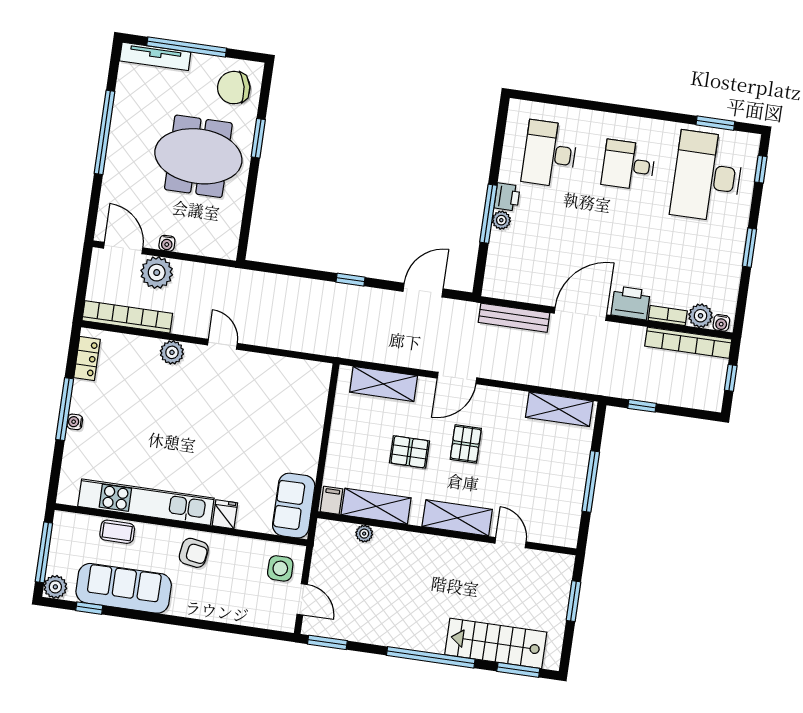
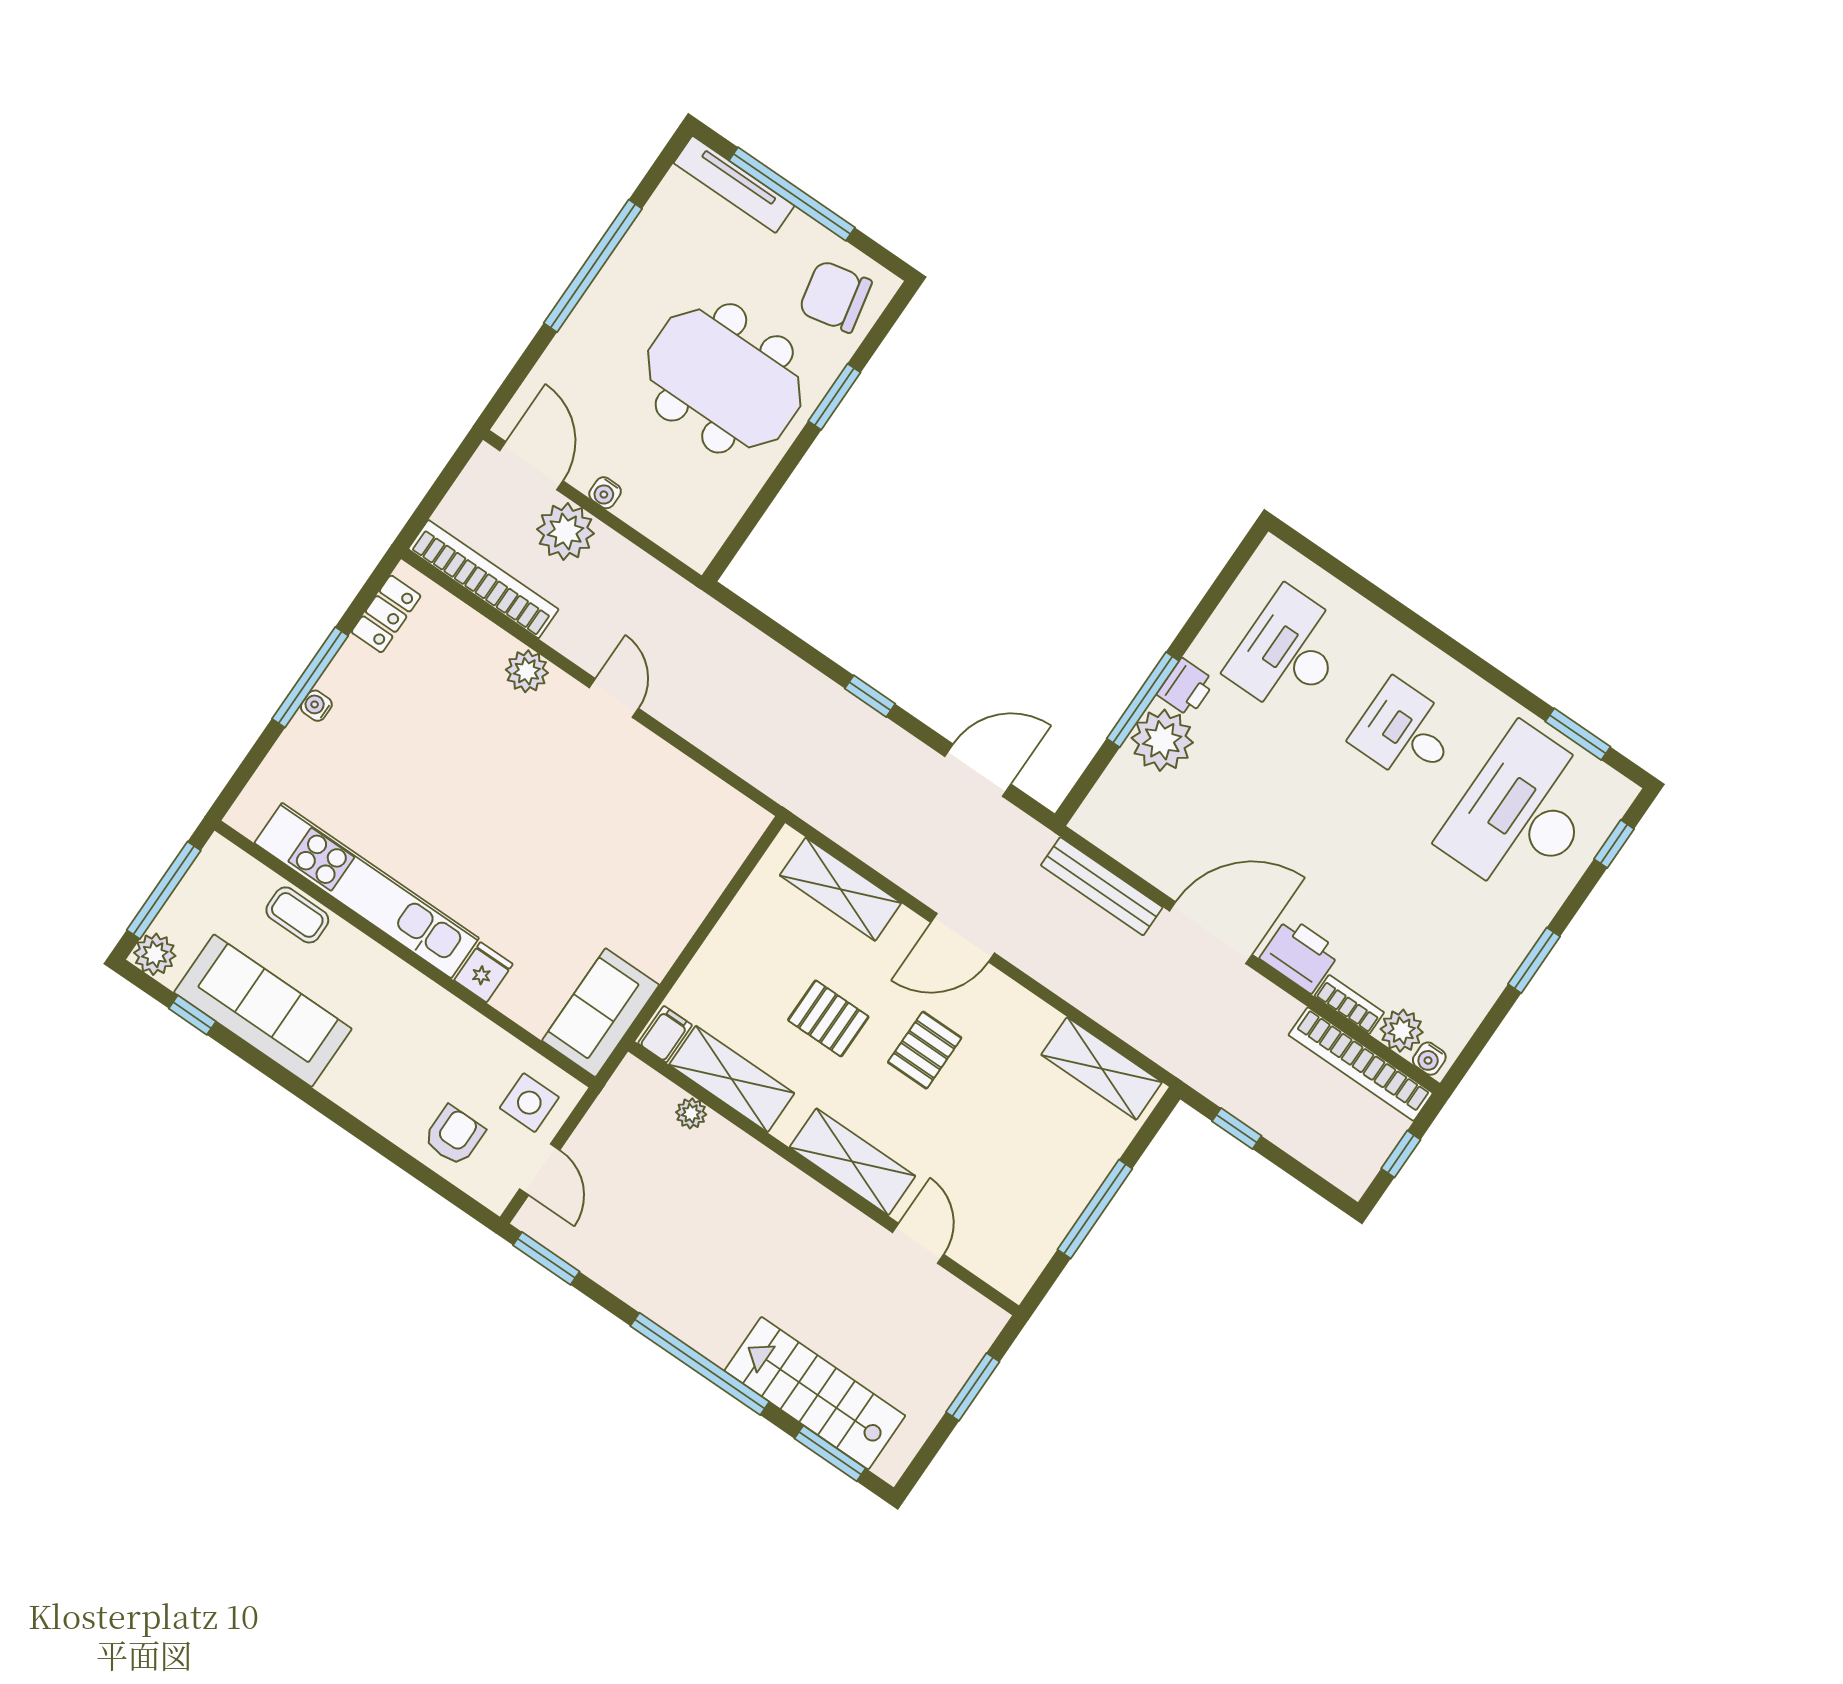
plant: (501, 220) -> (1162, 740), width x1.87, depth x1.87
armchair: (194, 553) -> (454, 1135), moved, turned -99

